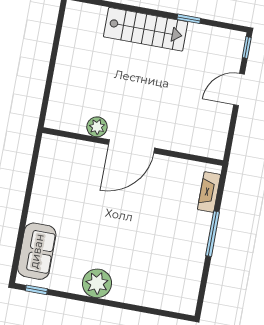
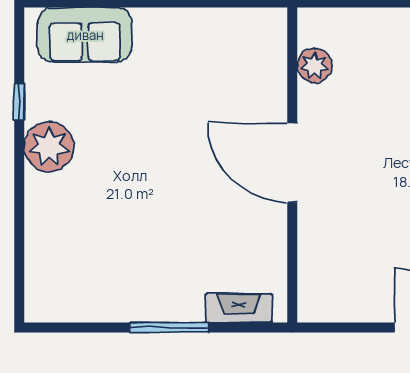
plant: (97, 127) -> (315, 66), moved
window: (36, 290) -> (19, 102), moved

